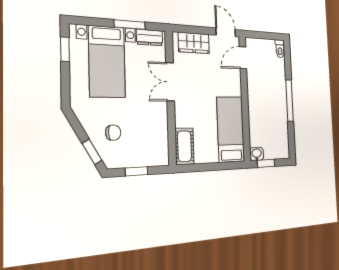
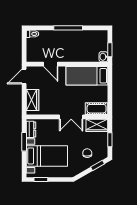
door: (243, 58) -> (51, 64), moved
double door: (170, 82) -> (71, 117), moved
wardrobe: (159, 148) -> (97, 125), added

